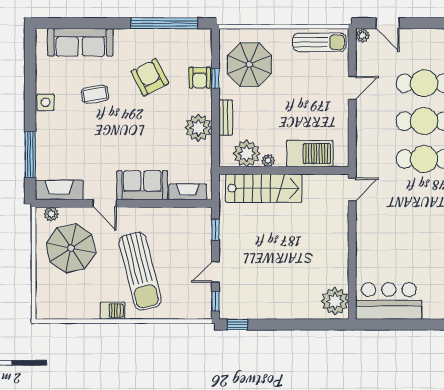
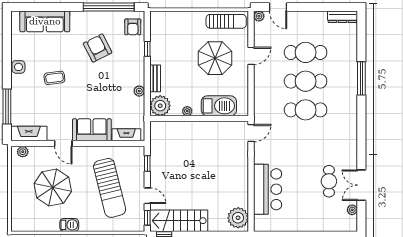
parasol: (249, 64) -> (215, 58), moved
armchair: (200, 78) -> (133, 27), moved
coffee table: (95, 94) -> (54, 78), moved
plant: (198, 128) -> (139, 91), width x0.53, depth x0.53
plant: (247, 153) -> (160, 106), moved
stairs: (264, 188) -> (179, 221), moved, turned 180
parasol: (71, 248) -> (53, 188), moved
sun lounger: (140, 271) -> (110, 188), moved
door: (215, 272) -> (147, 196), swing flipped
bar counter: (389, 301) -> (268, 189), moved, turned 90

